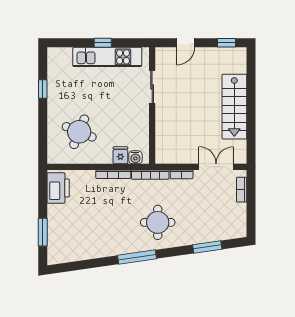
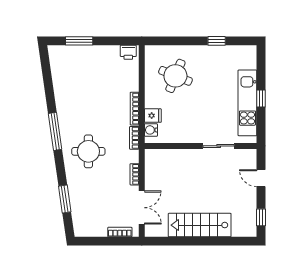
bookcase: (150, 175) -> (134, 138), width x0.64
printer: (58, 188) -> (128, 52), width x0.53, depth x0.68

